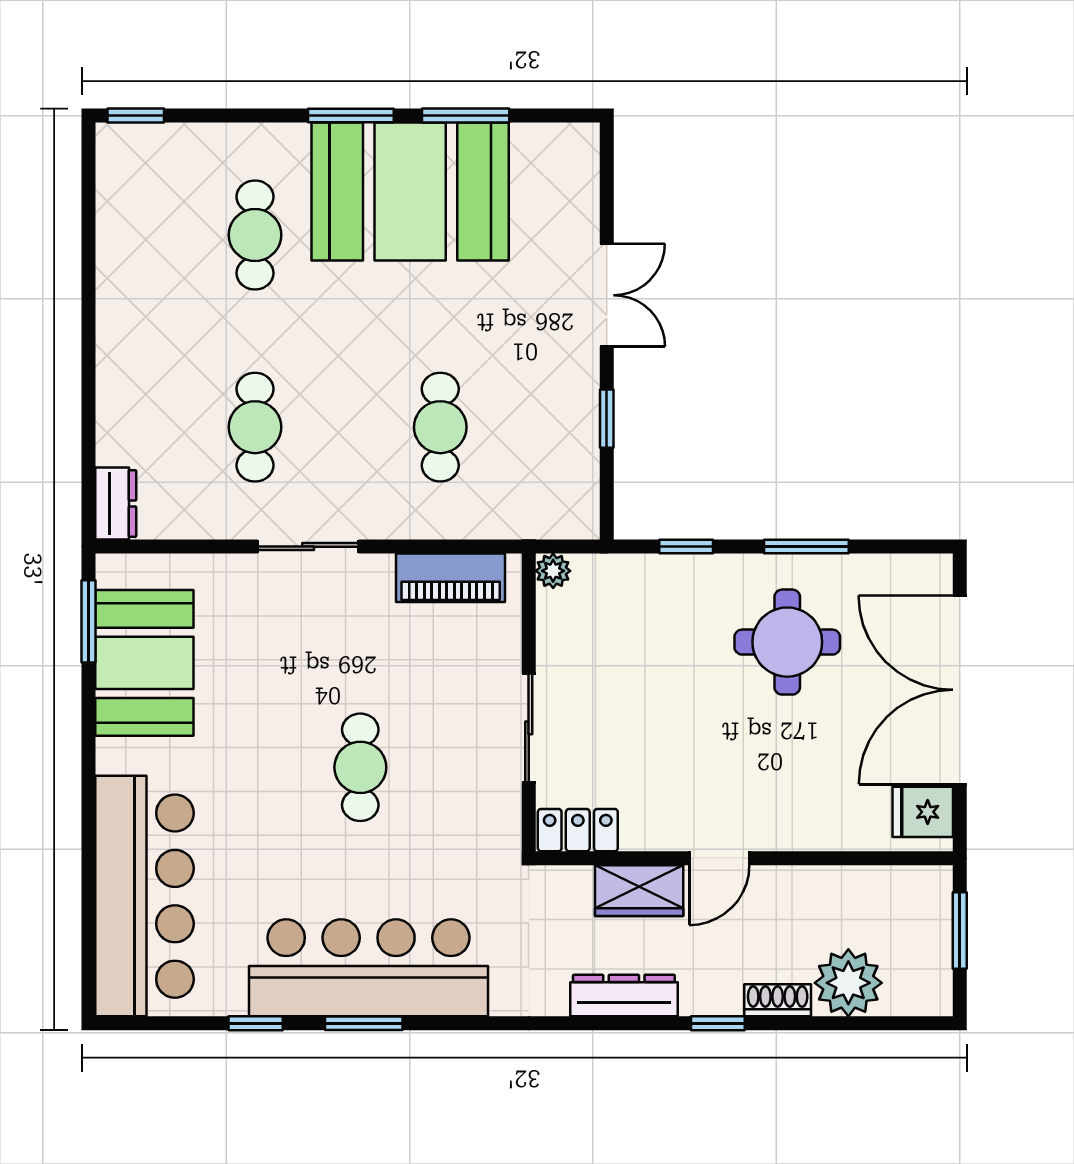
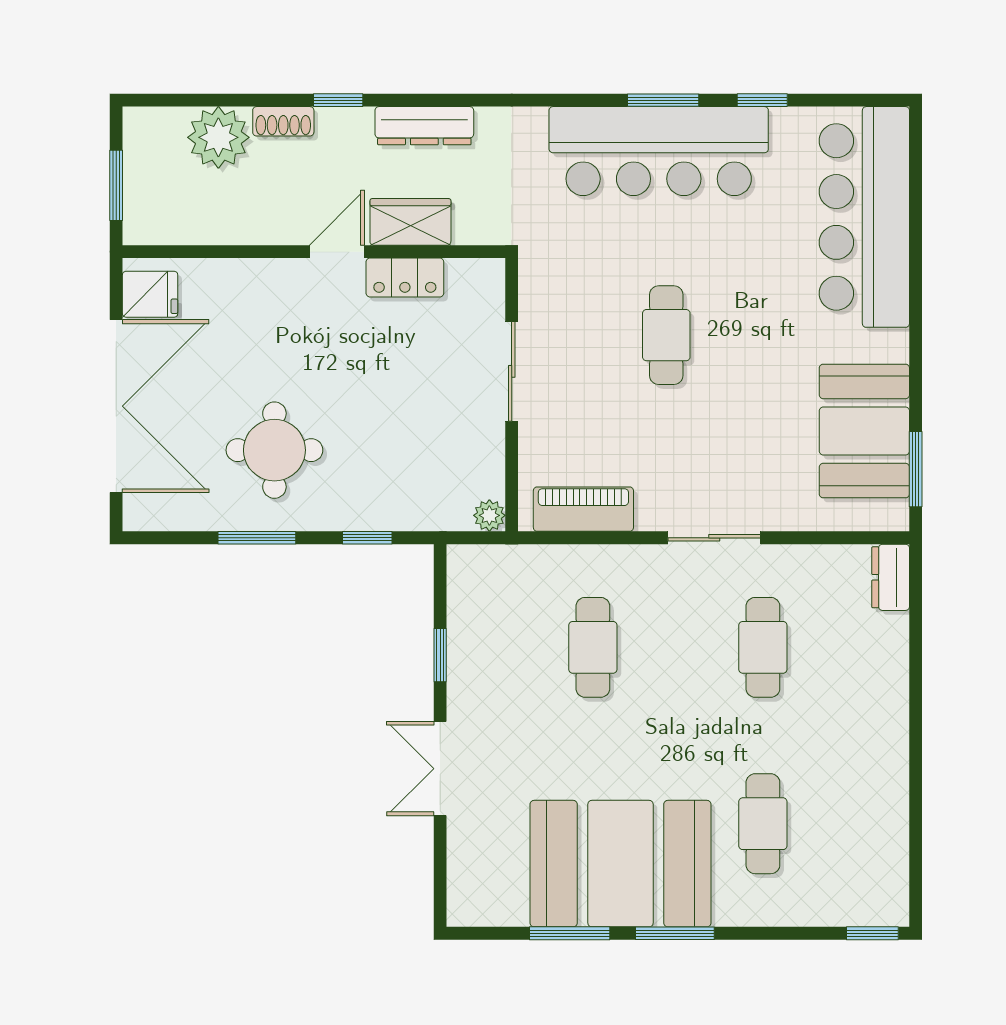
locker: (578, 830) -> (405, 278), moved

